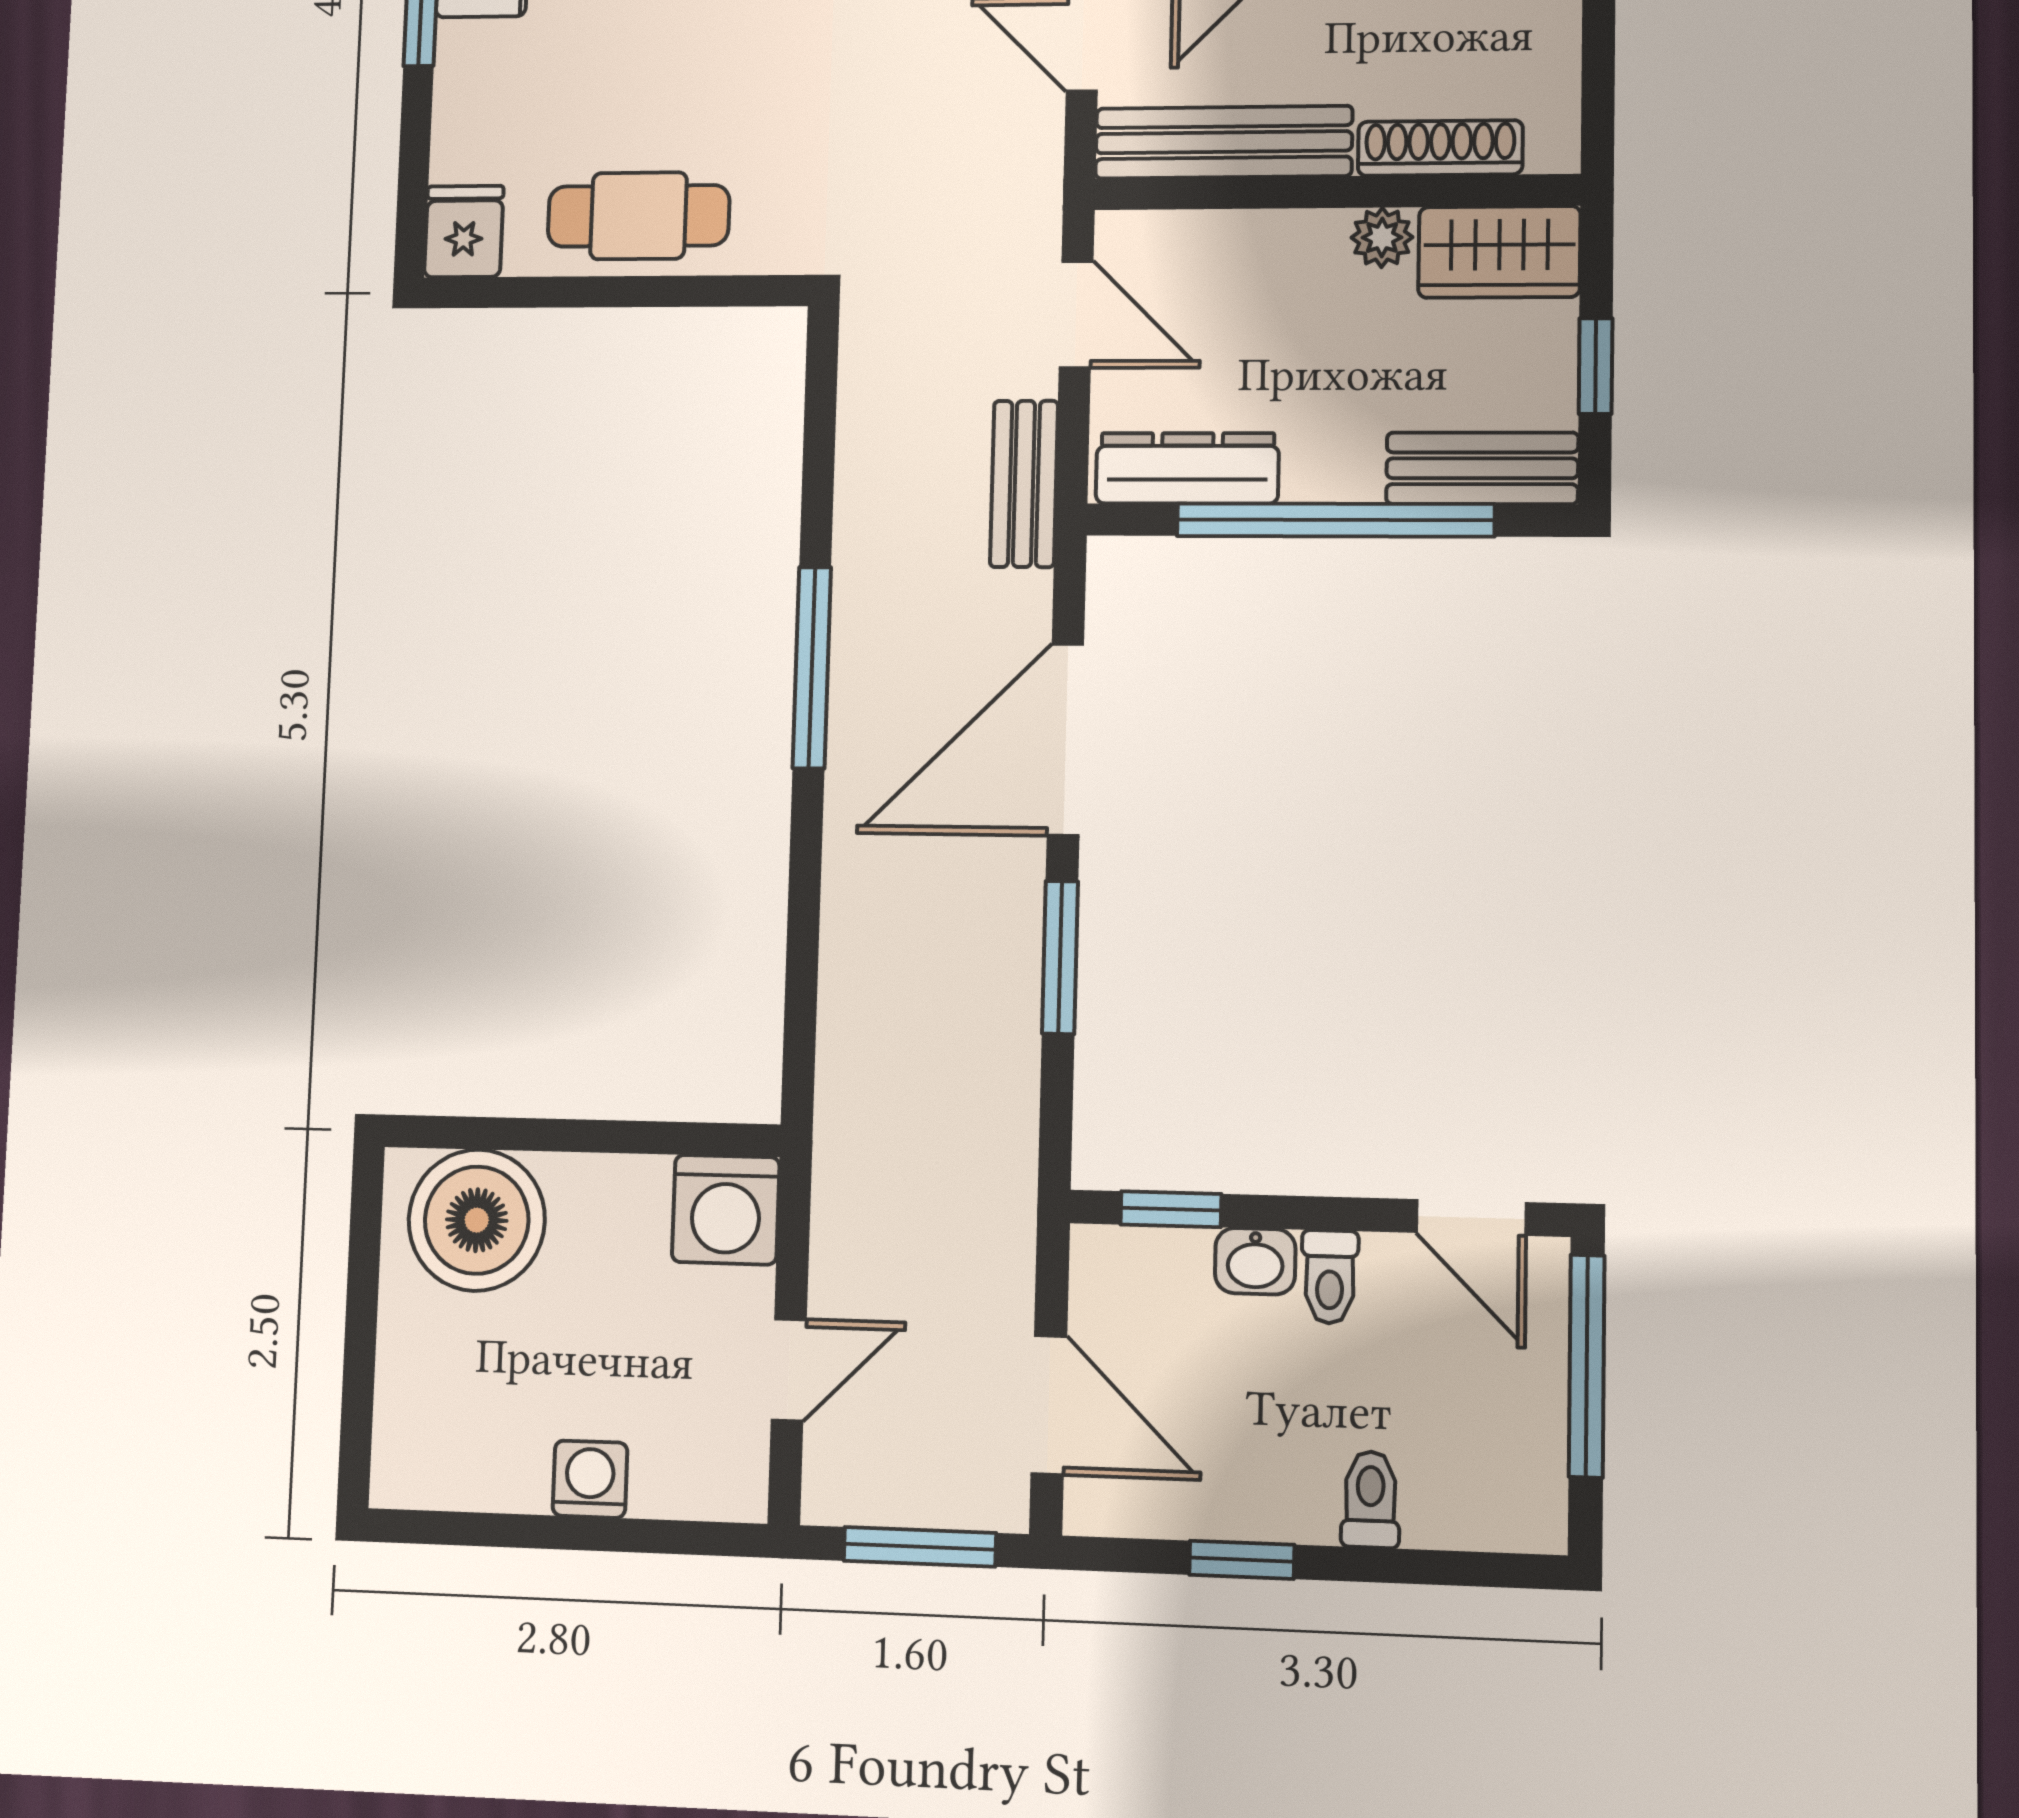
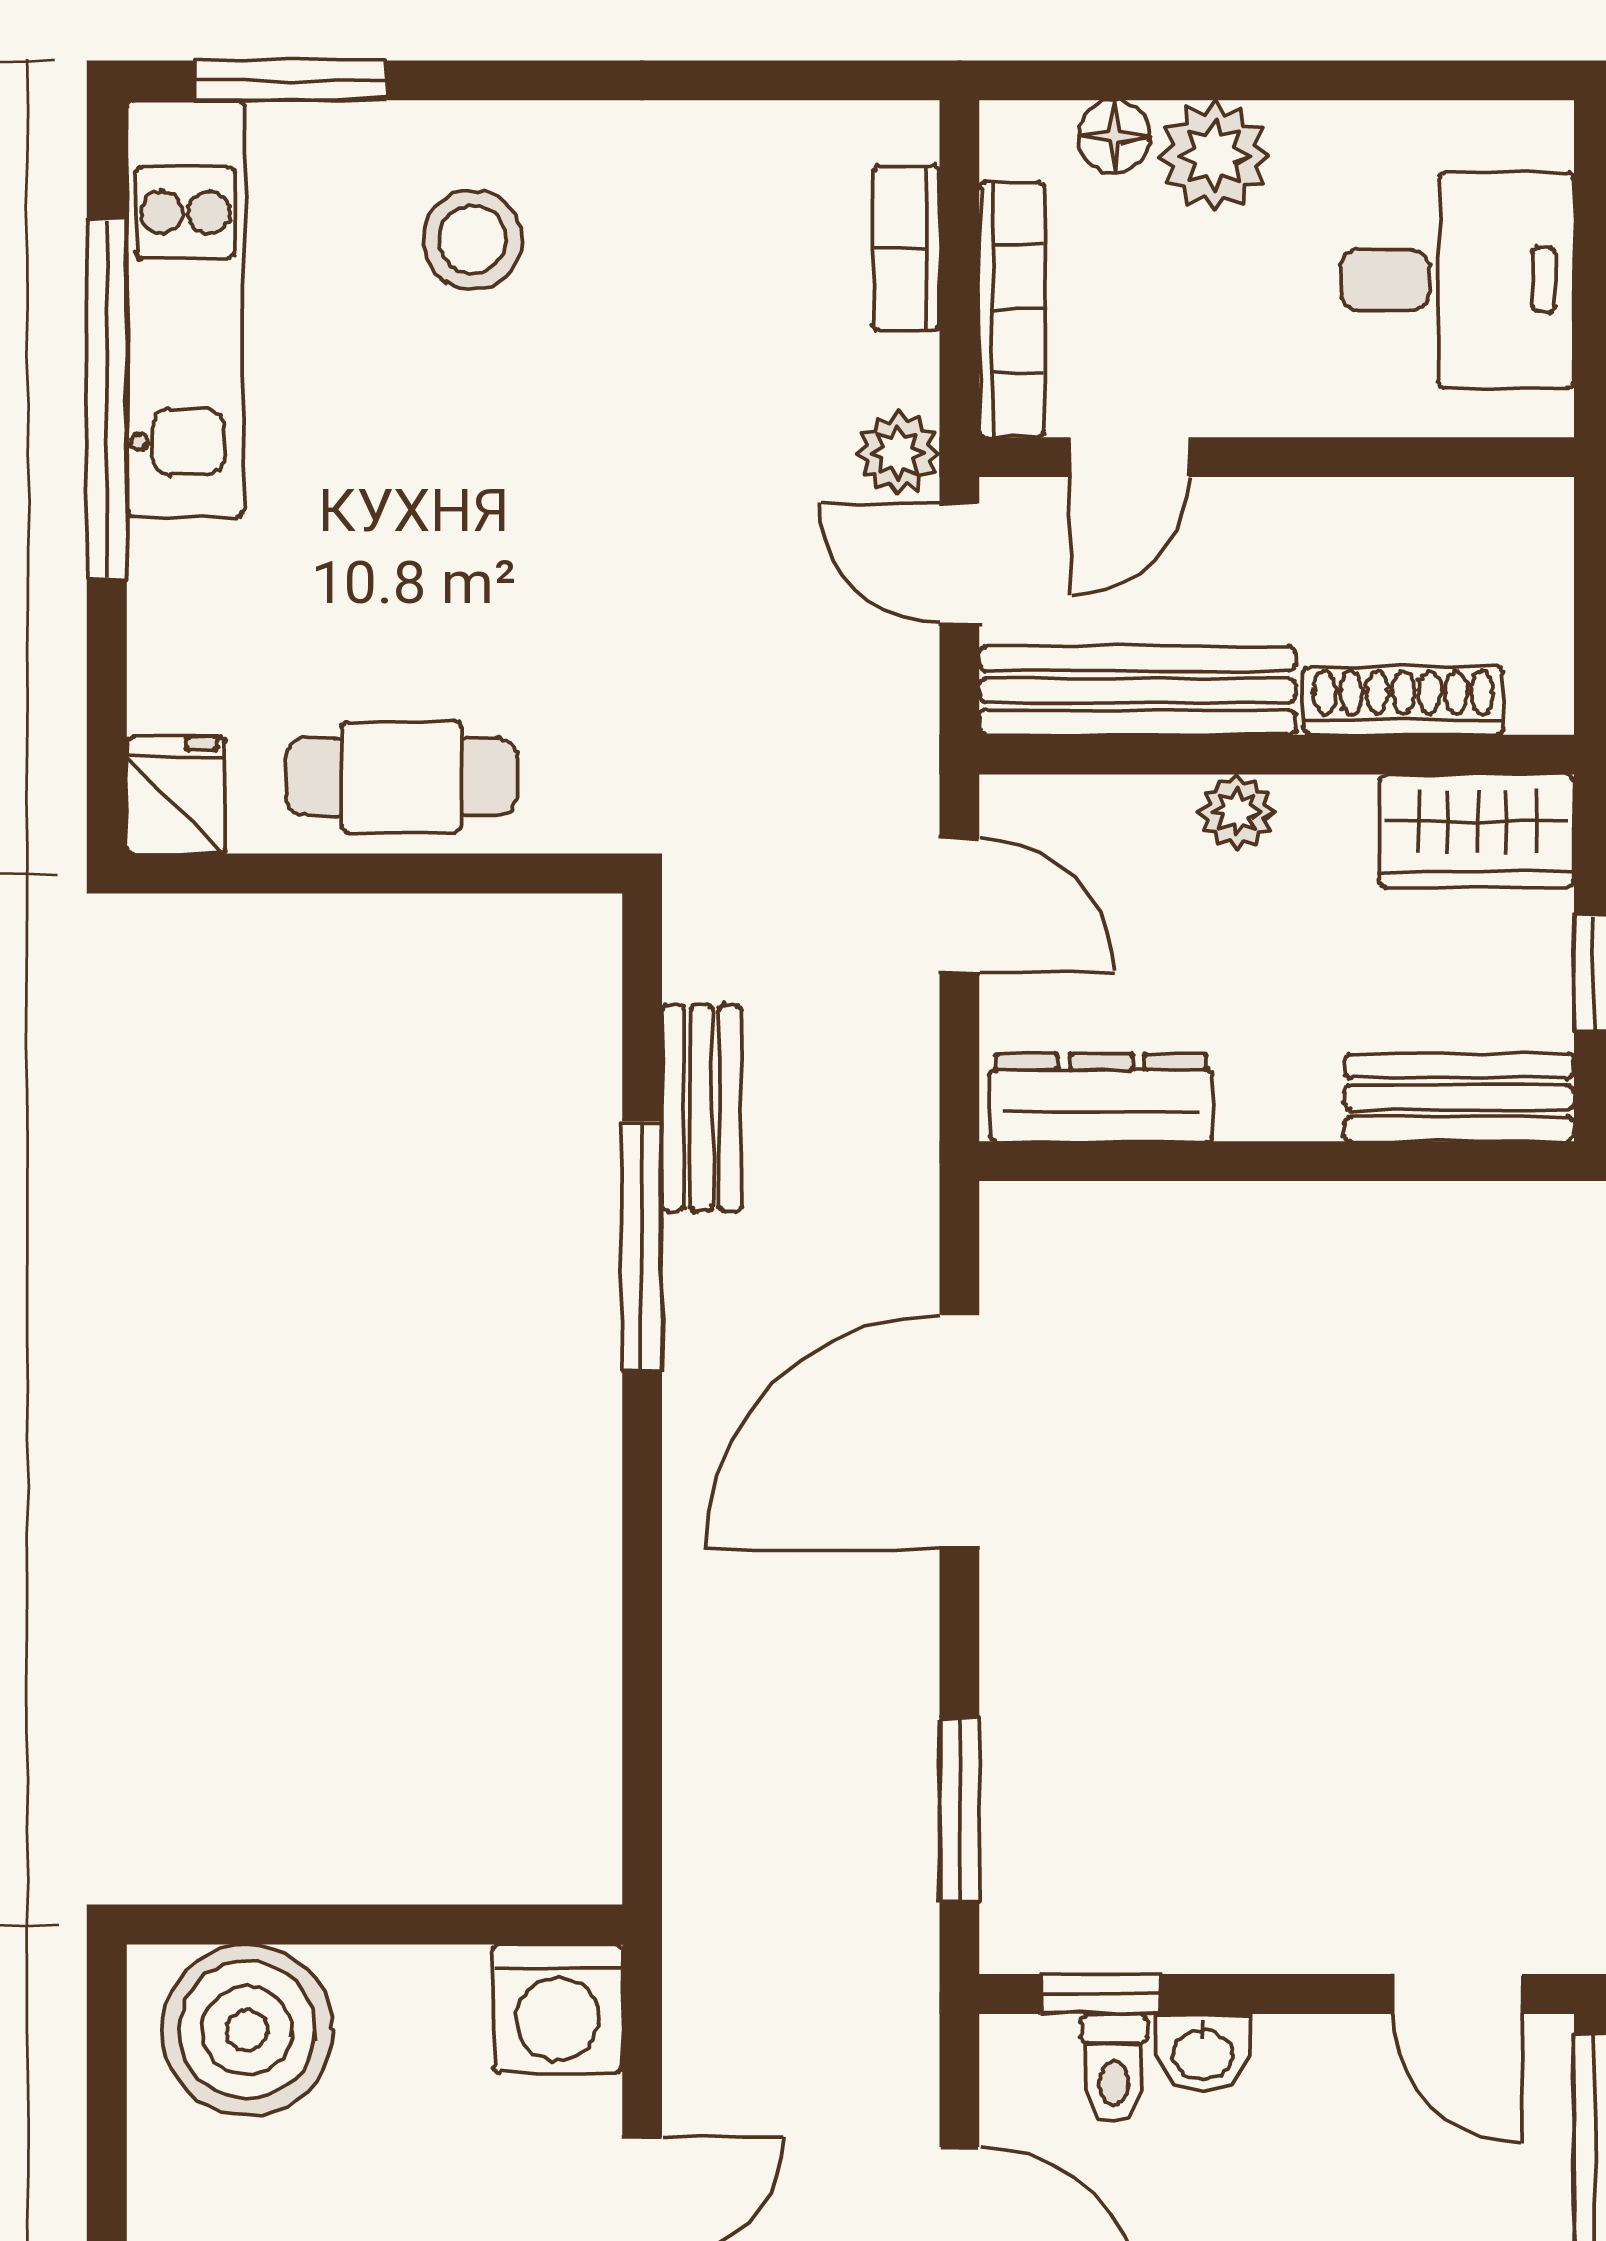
plant: (1382, 237) -> (1237, 812), moved
bench: (1024, 484) -> (701, 1108), moved
window: (1335, 520) -> (1283, 1161), removed
window: (812, 667) -> (642, 1246), moved
window: (1060, 957) -> (959, 1810), moved
toilet: (1330, 1277) -> (1114, 2068), moved

